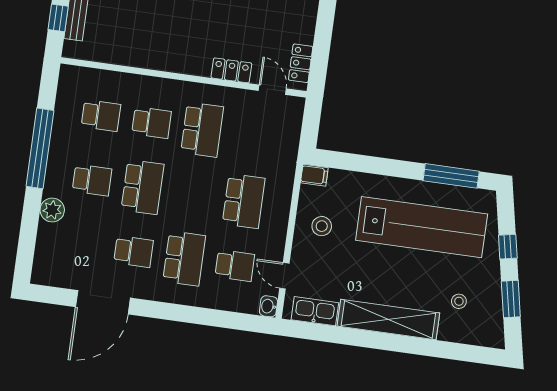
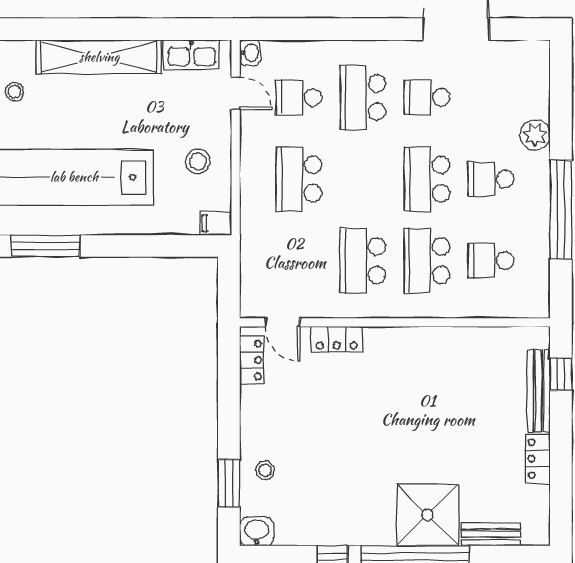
school desk: (151, 123) -> (427, 261), width x1.85

